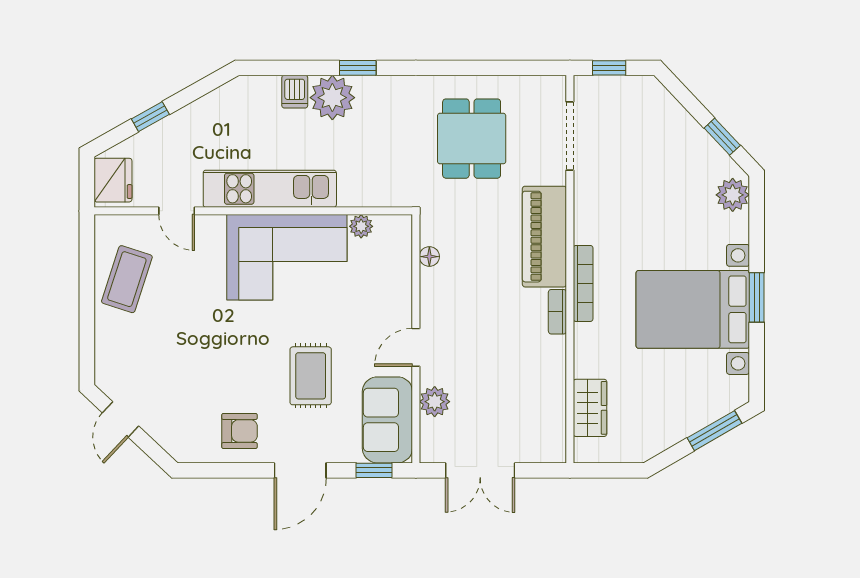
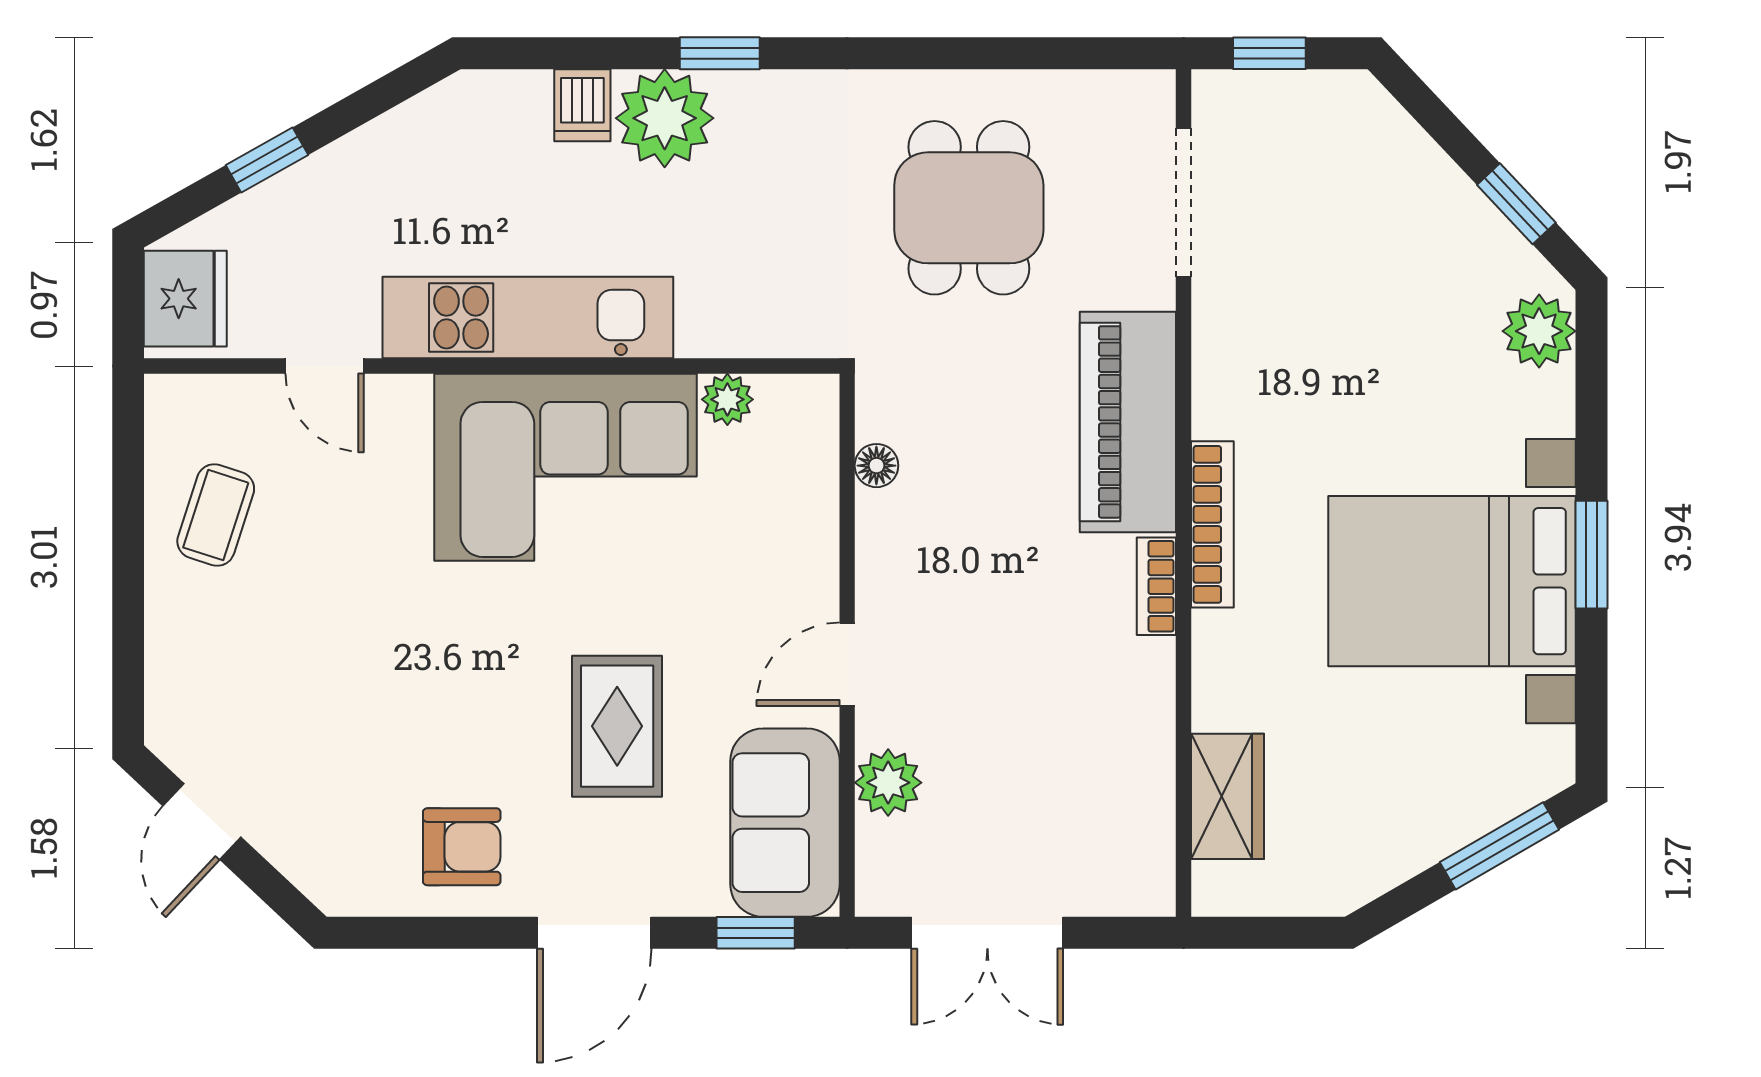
coffee table: (127, 279) -> (216, 515), width x0.73, depth x0.77

